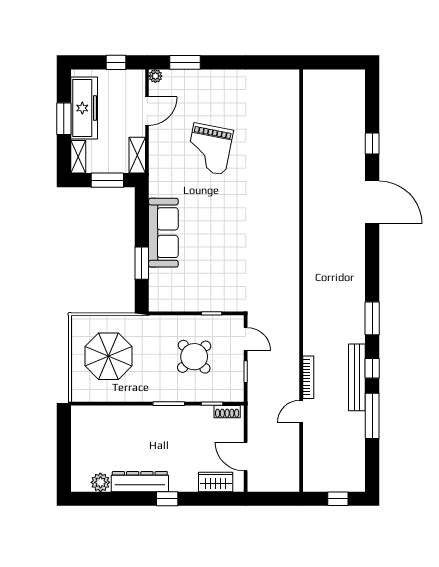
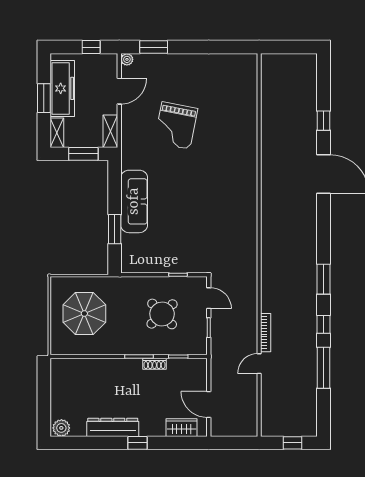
bench: (357, 377) -> (310, 333), removed
shoe rack: (227, 412) -> (154, 364), moved
plant: (100, 482) -> (61, 428), moved

